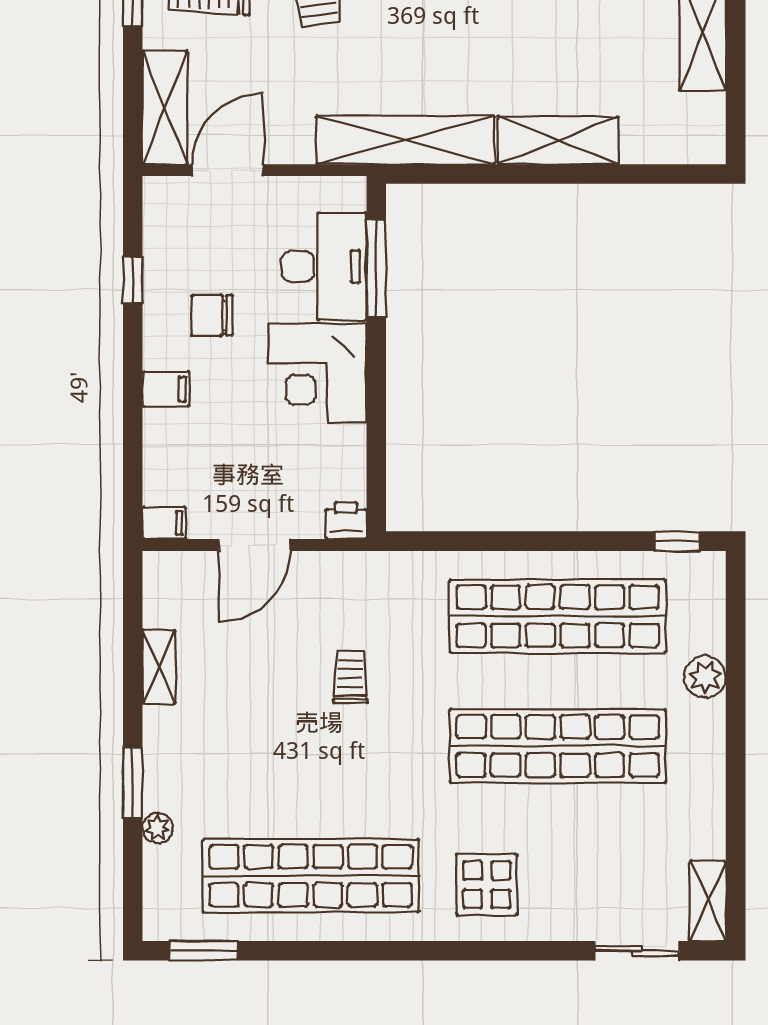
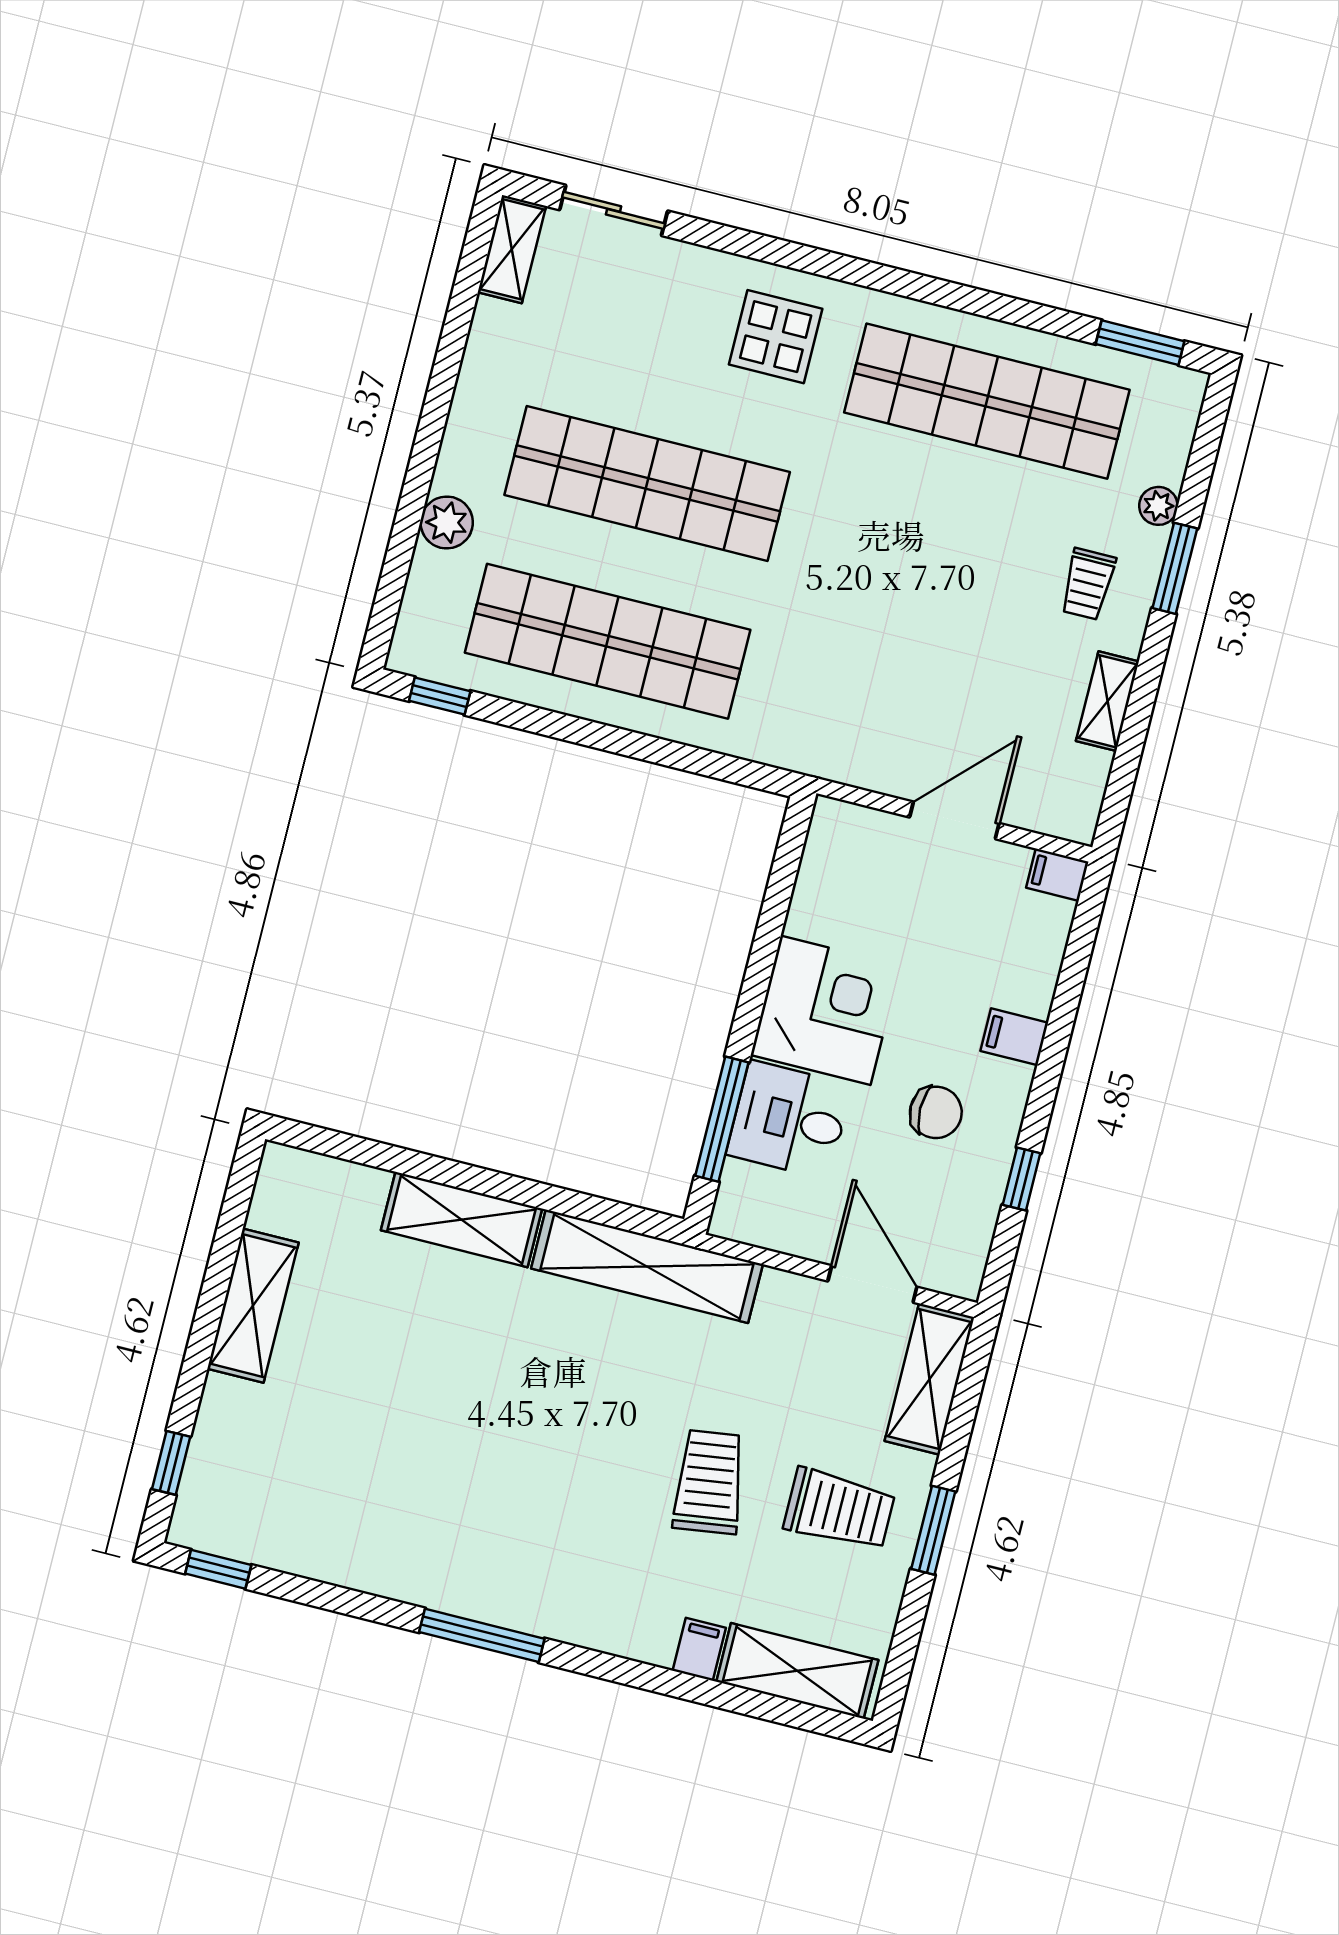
door: (228, 170) -> (872, 1284), swing flipped
desk: (324, 266) -> (789, 1120), width x0.73
printer: (346, 521) -> (836, 822), removed
trolley: (350, 677) -> (1088, 584), moved

